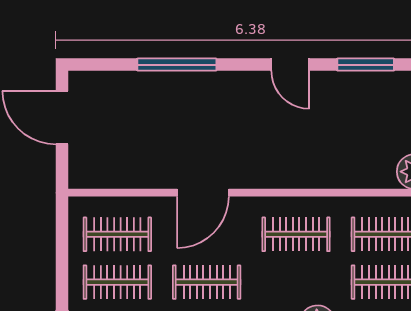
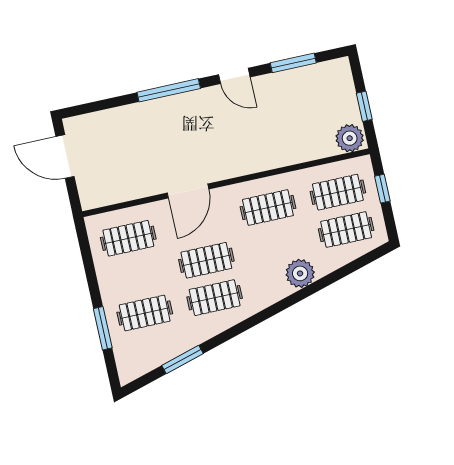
window: (177, 65) -> (169, 90), moved
clothes rail: (117, 282) -> (136, 276), removed

